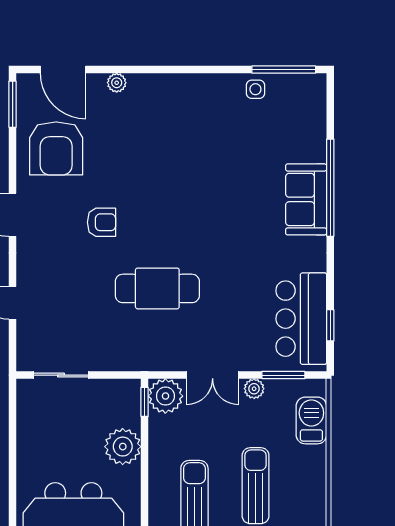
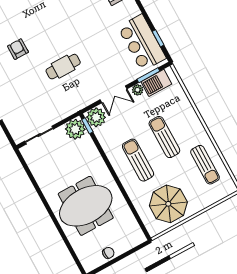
armchair: (102, 222) -> (18, 49), turned -90
cafe table: (157, 288) -> (63, 67), width x0.73, depth x0.74
barbecue: (311, 420) -> (156, 83), moved, turned -90
plant: (123, 447) -> (75, 129), moved

